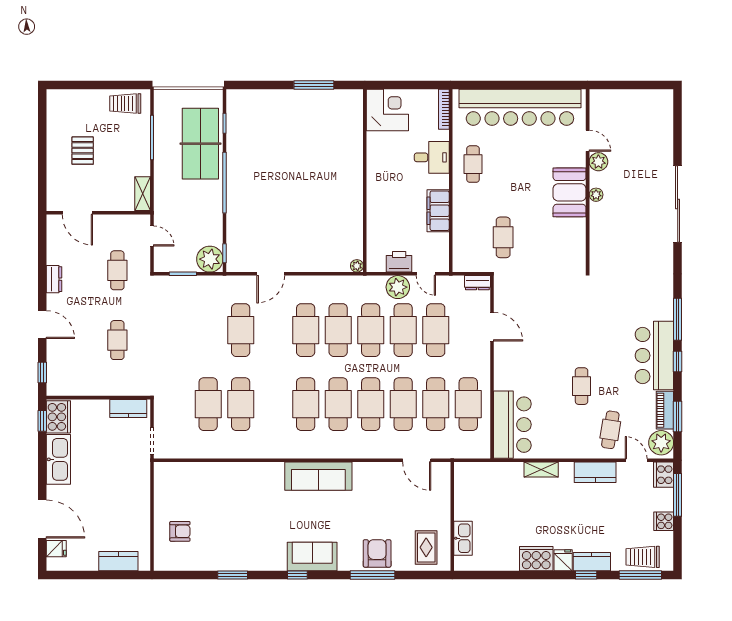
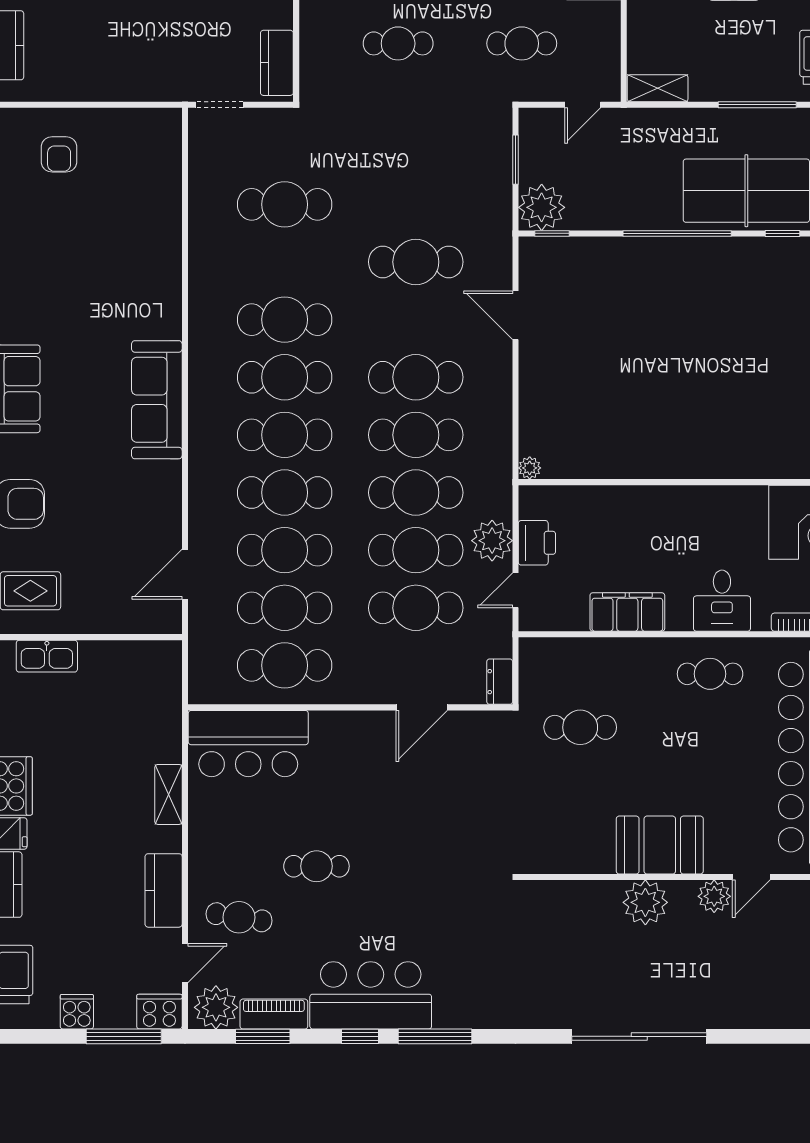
plant: (596, 195) -> (645, 902), width x1.88, depth x1.88
cafe table: (241, 404) -> (285, 320), moved

